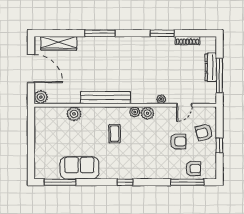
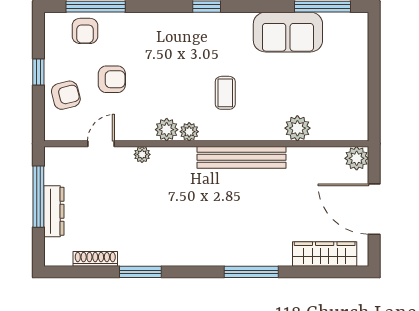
armchair: (178, 141) -> (112, 79), turned 180
armchair: (193, 169) -> (85, 31), turned -90

